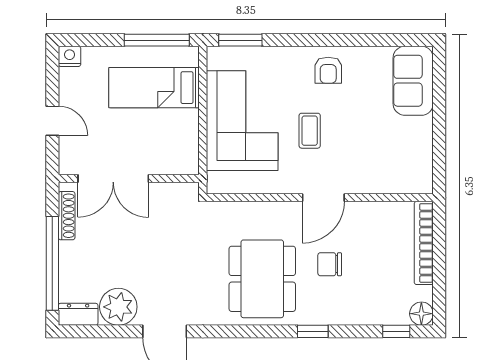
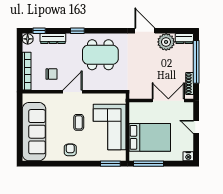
sofa: (413, 81) -> (34, 132), width x1.85, depth x1.27
bed: (154, 88) -> (150, 137), width x1.50
chair: (330, 264) -> (52, 74), moved
dining table: (262, 279) -> (100, 55), turned 90
dresser: (366, 314) -> (53, 39), added

